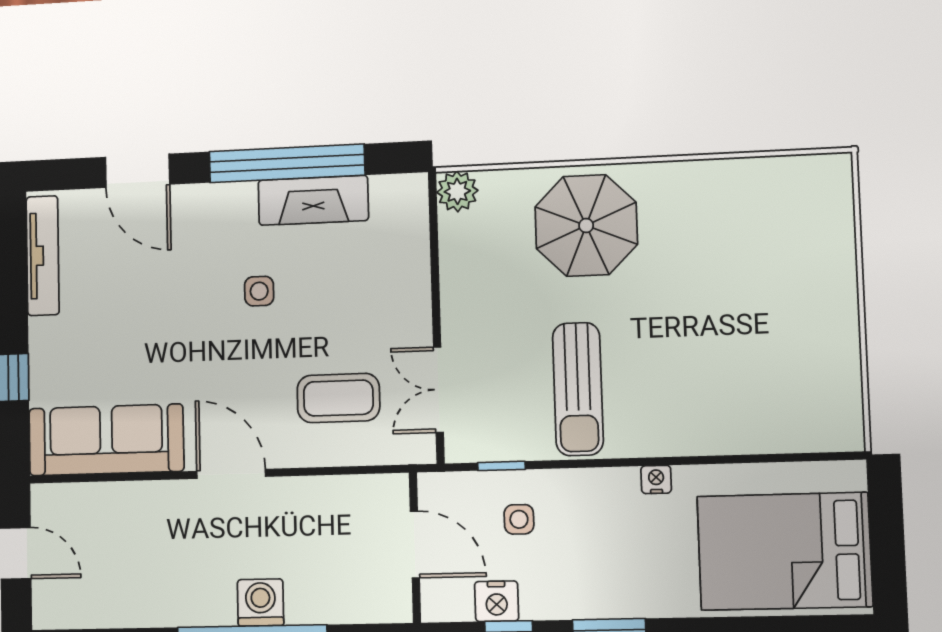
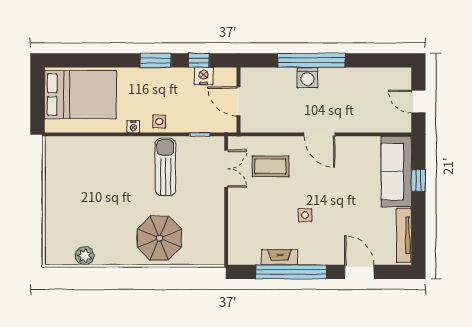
plant: (457, 191) -> (85, 256), moved
fireplace: (313, 200) -> (280, 257), width x0.73, depth x0.76
sofa: (106, 440) -> (396, 172), moved, turned 90
side table: (519, 519) -> (159, 122), moved

